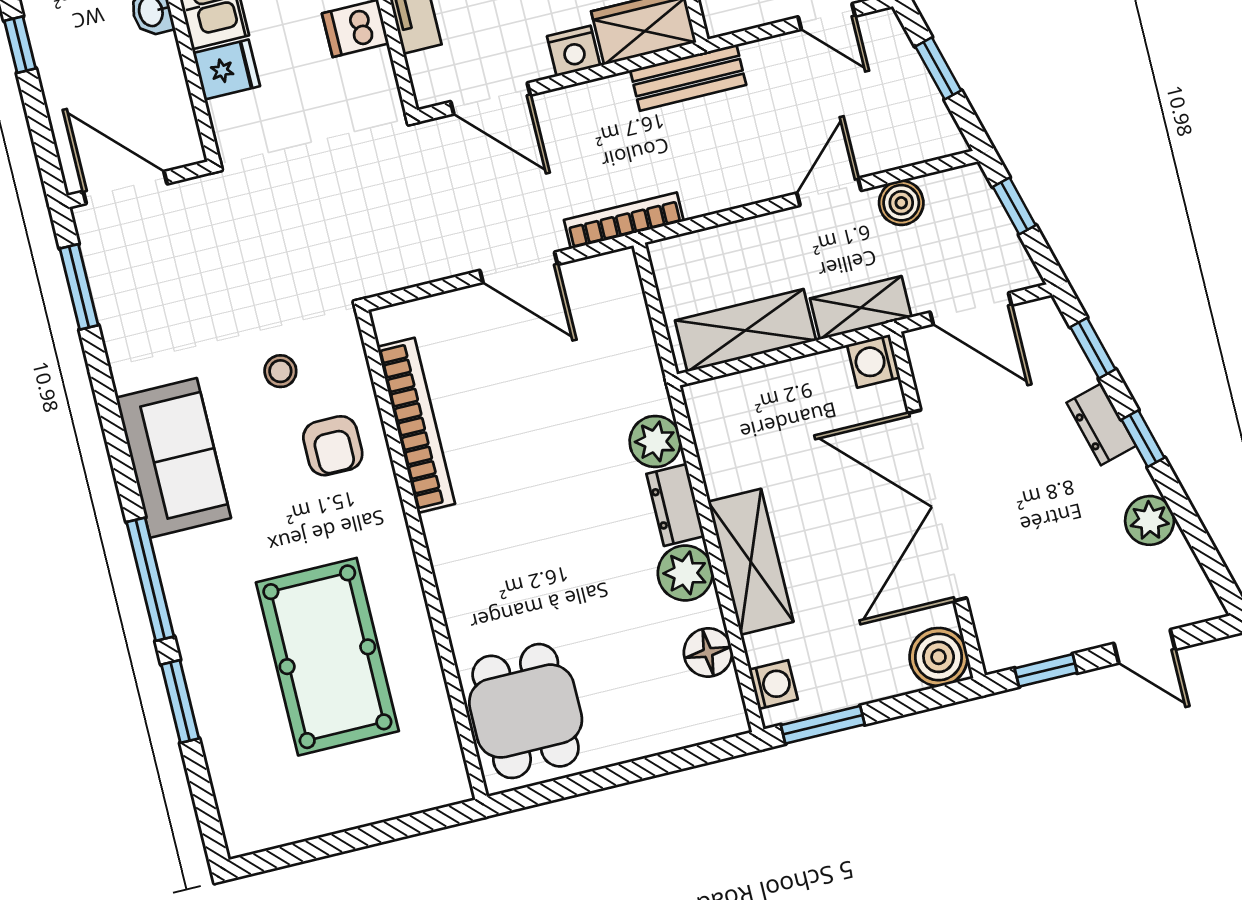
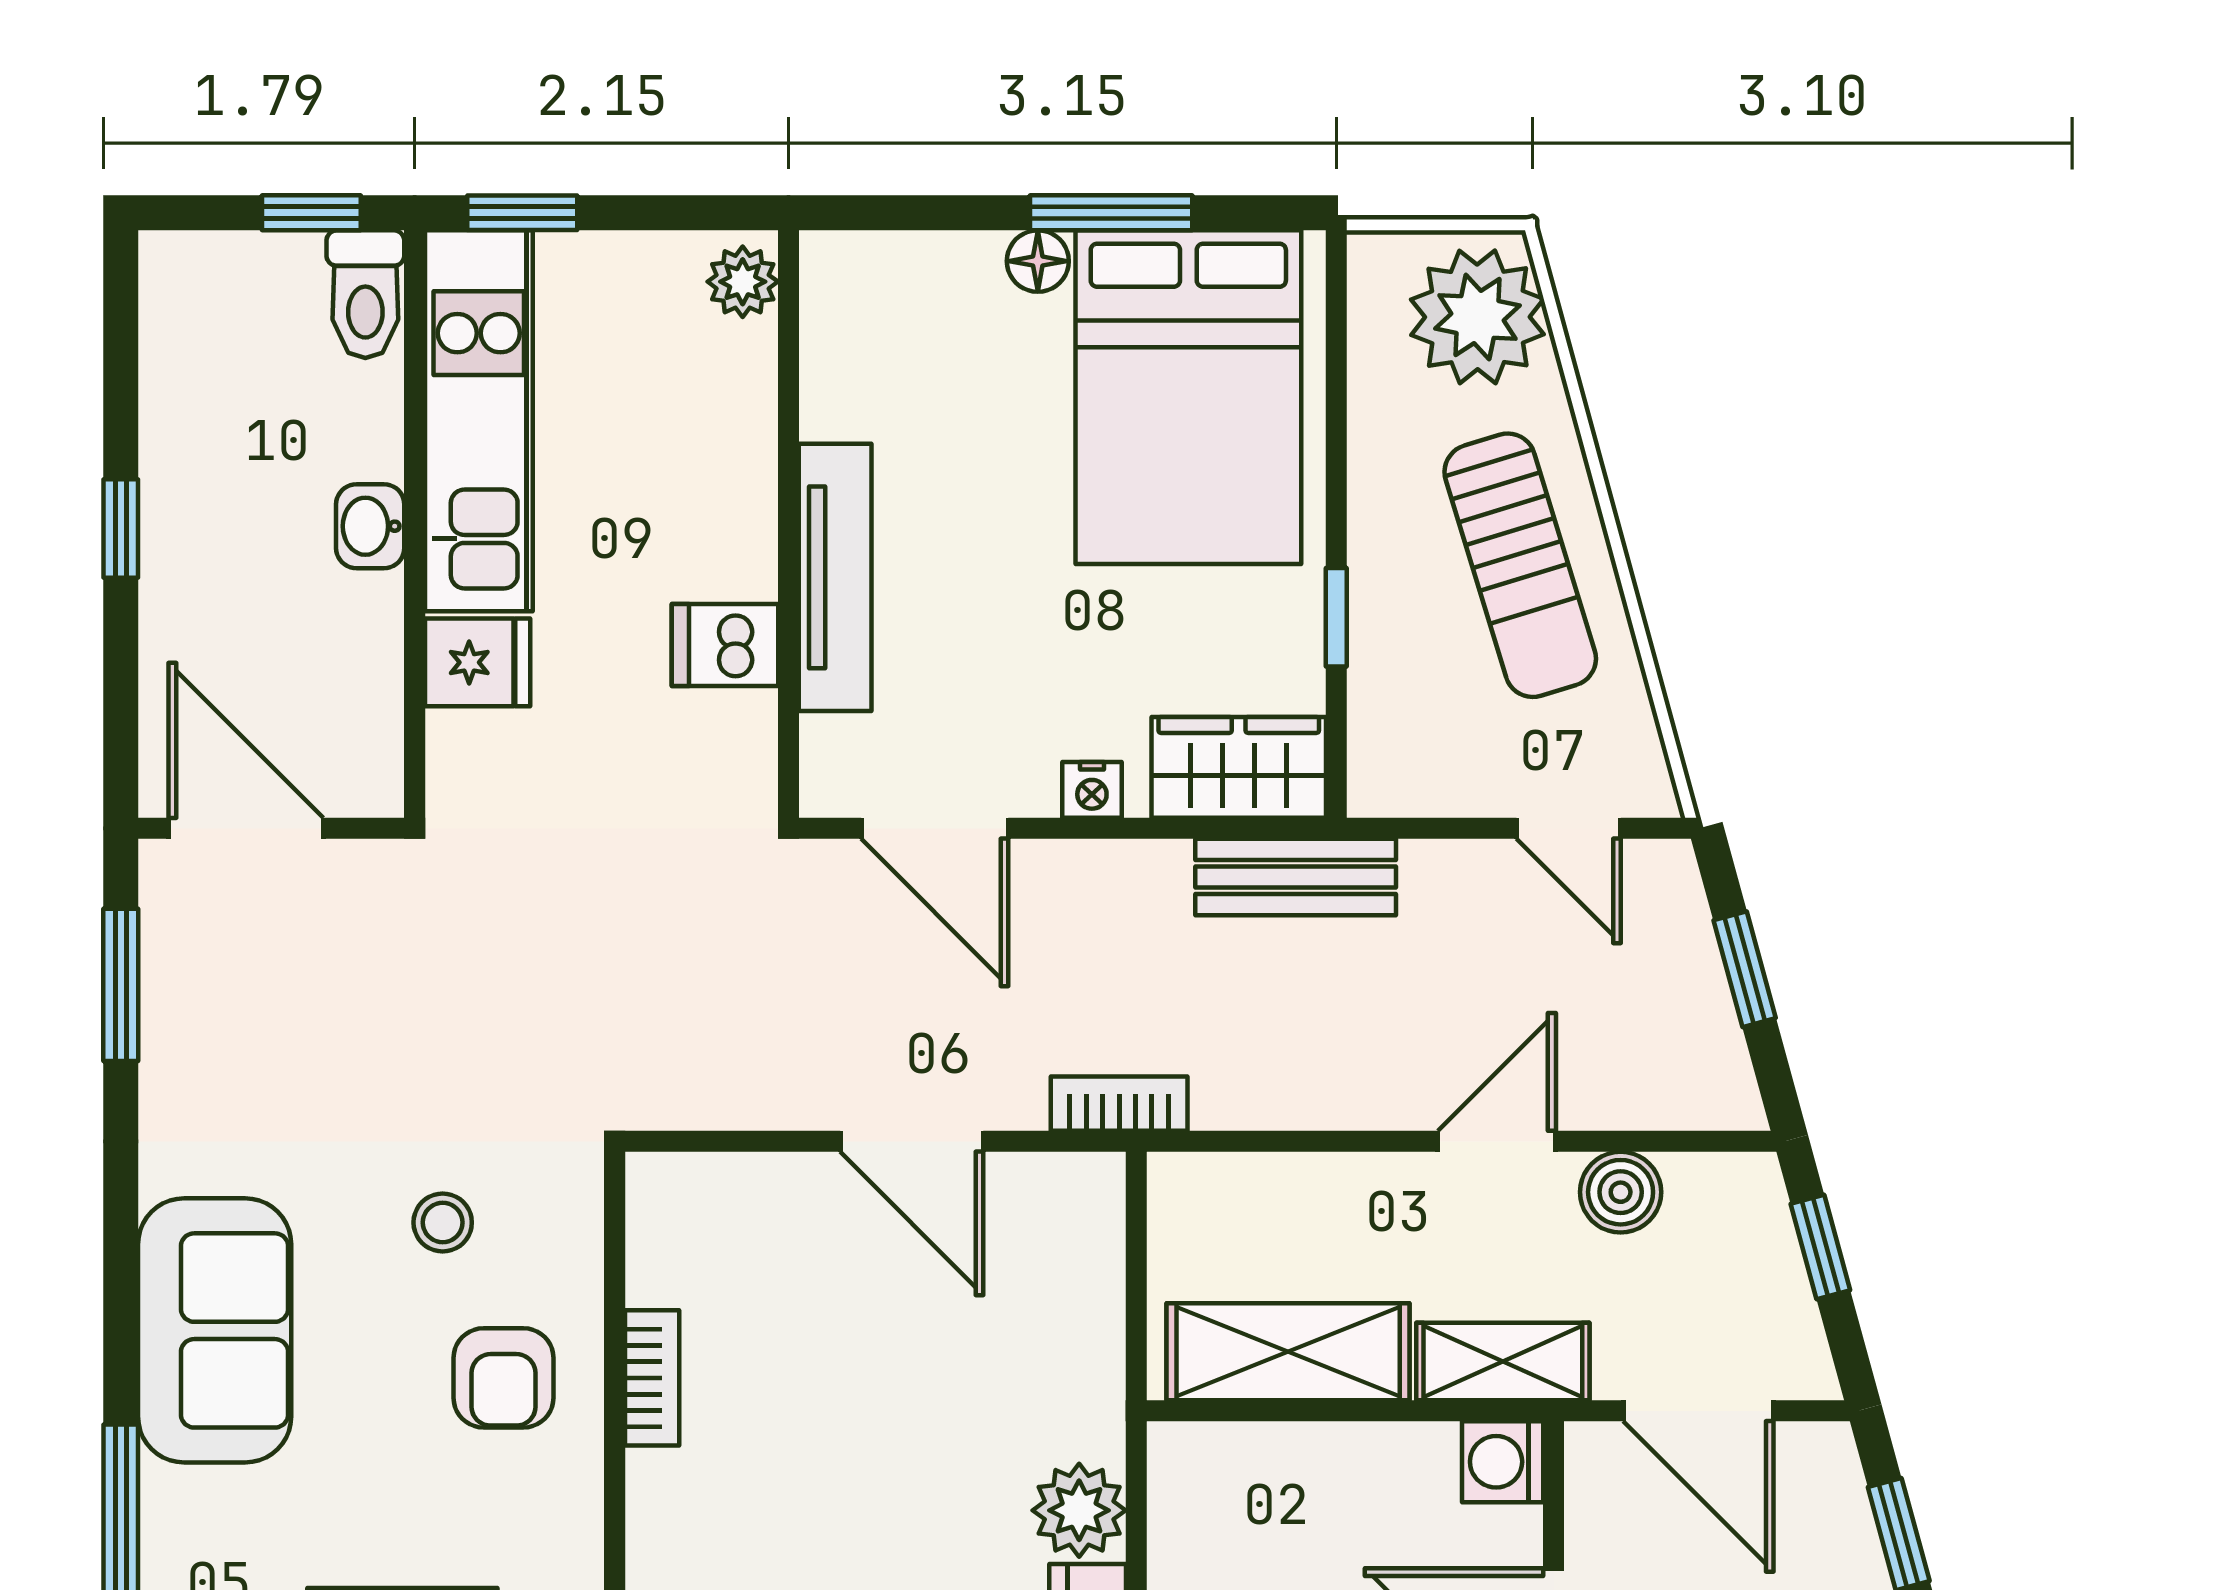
nightstand: (574, 51) -> (1092, 790), width x0.72, depth x0.74
bookcase: (624, 221) -> (1119, 1104), width x0.64
bookcase: (416, 425) -> (652, 1378), width x0.43, depth x0.76

